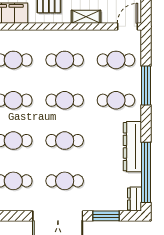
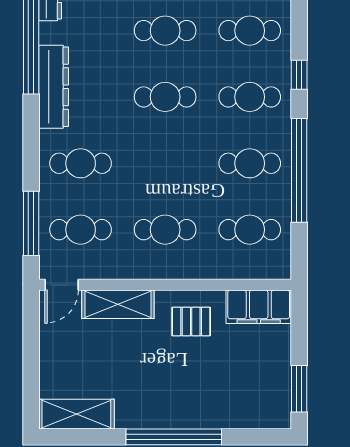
shelving: (86, 17) -> (118, 304), width x1.50, depth x1.33
window: (146, 85) -> (31, 223), moved
cafe table: (65, 100) -> (165, 163), removed

